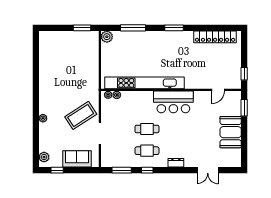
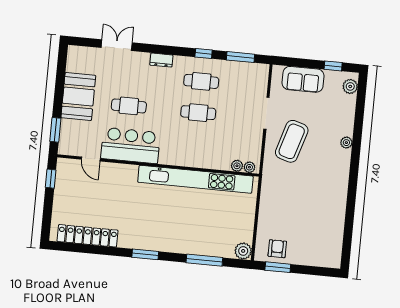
armchair: (84, 41) -> (277, 249), added
door: (218, 90) -> (91, 159), swing flipped
bar counter: (173, 102) -> (130, 145), moved
coffee table: (81, 115) -> (292, 141), turned -40
cafe table: (195, 129) -> (129, 106), added

